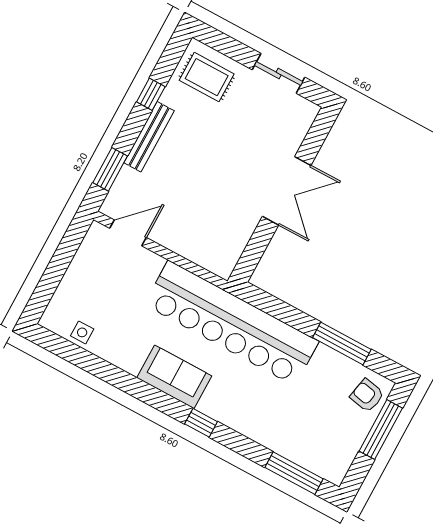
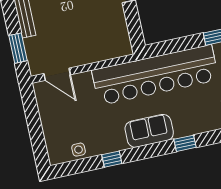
door: (128, 233) -> (57, 74), swing flipped
window: (109, 373) -> (112, 159), added

